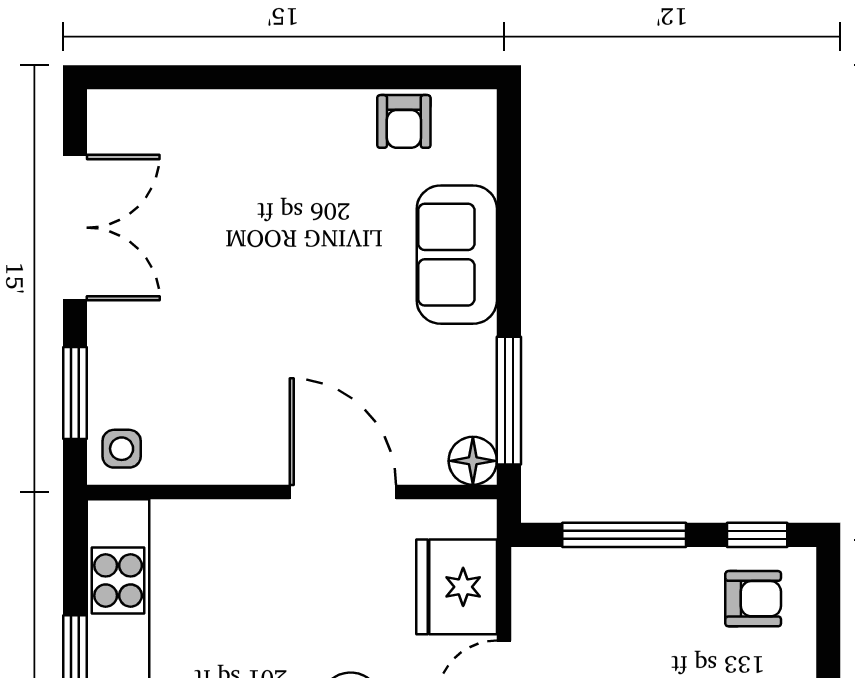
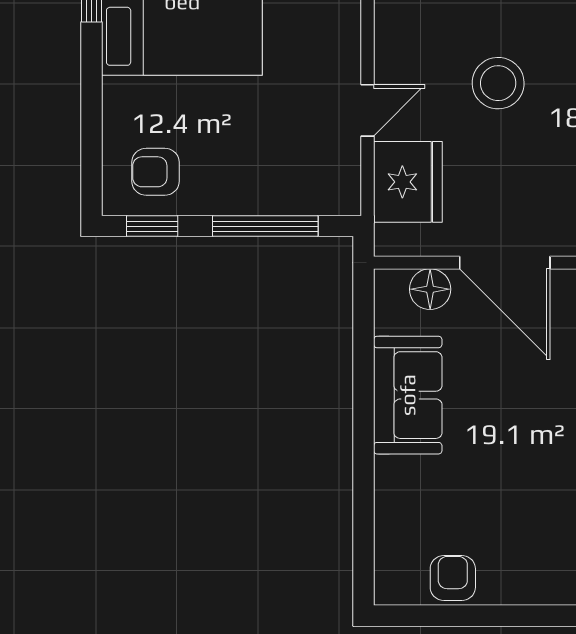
sofa: (457, 255) -> (408, 395), moved
window: (509, 401) -> (363, 340), removed
floor lamp: (473, 461) -> (430, 289), moved

